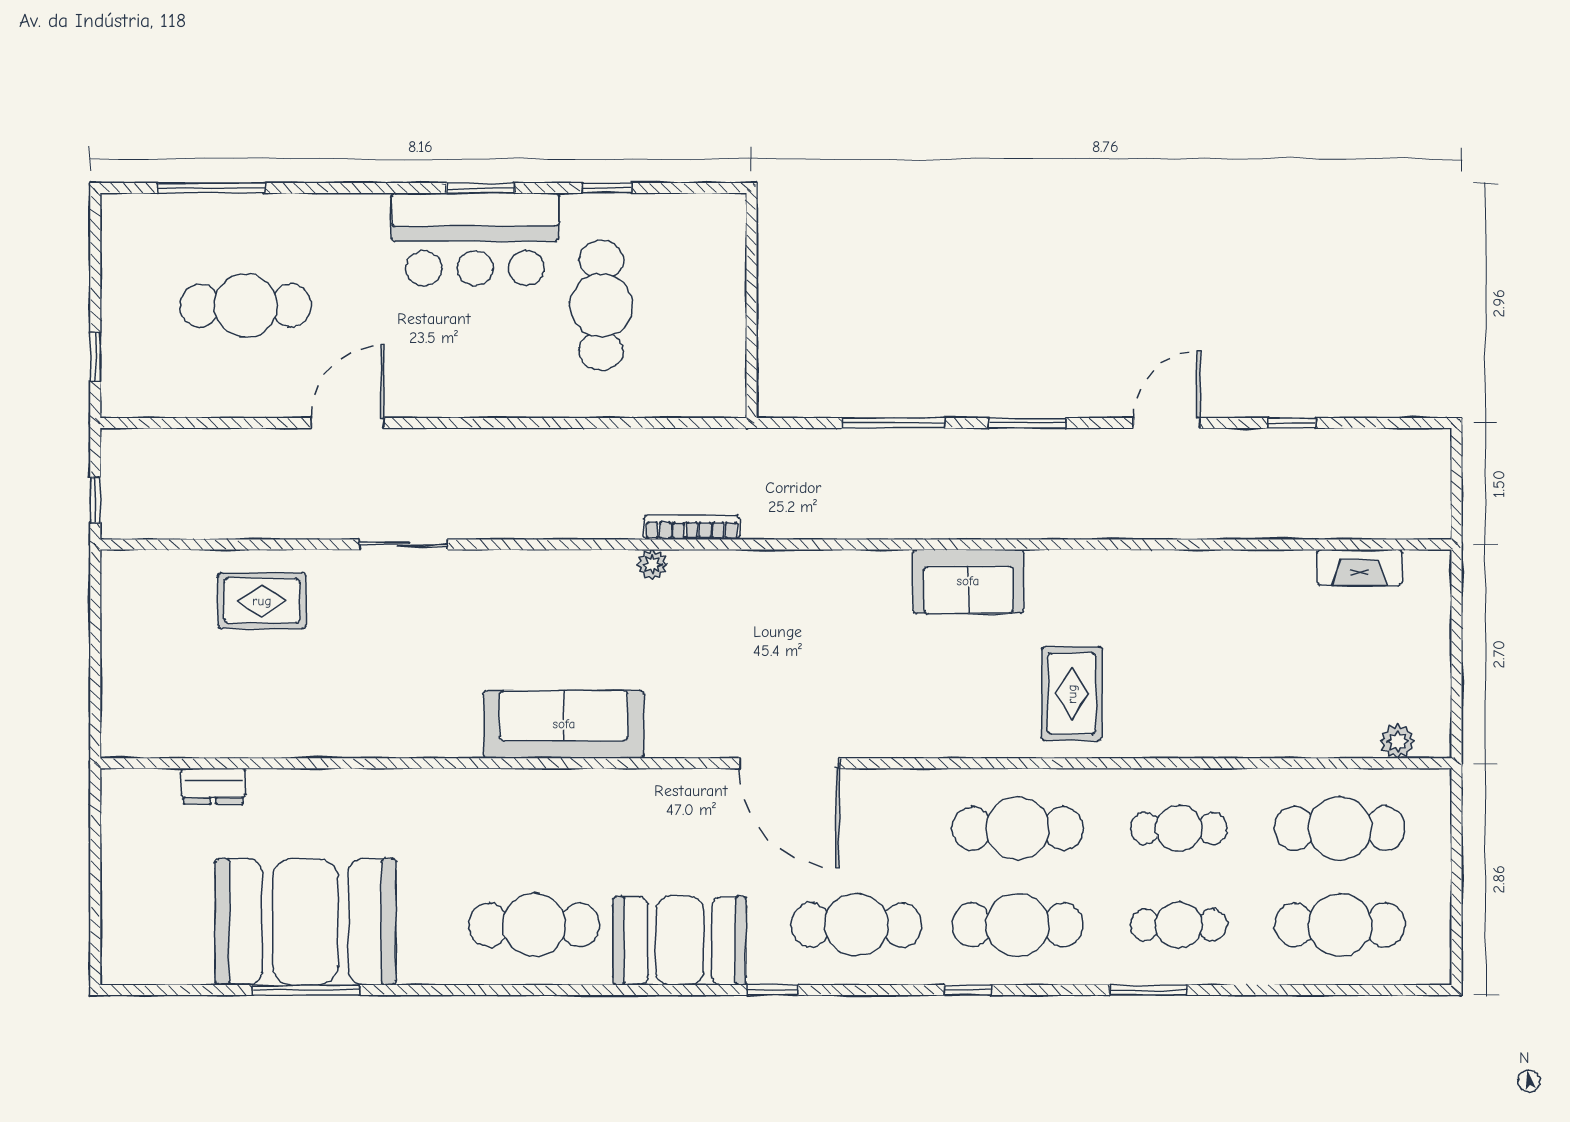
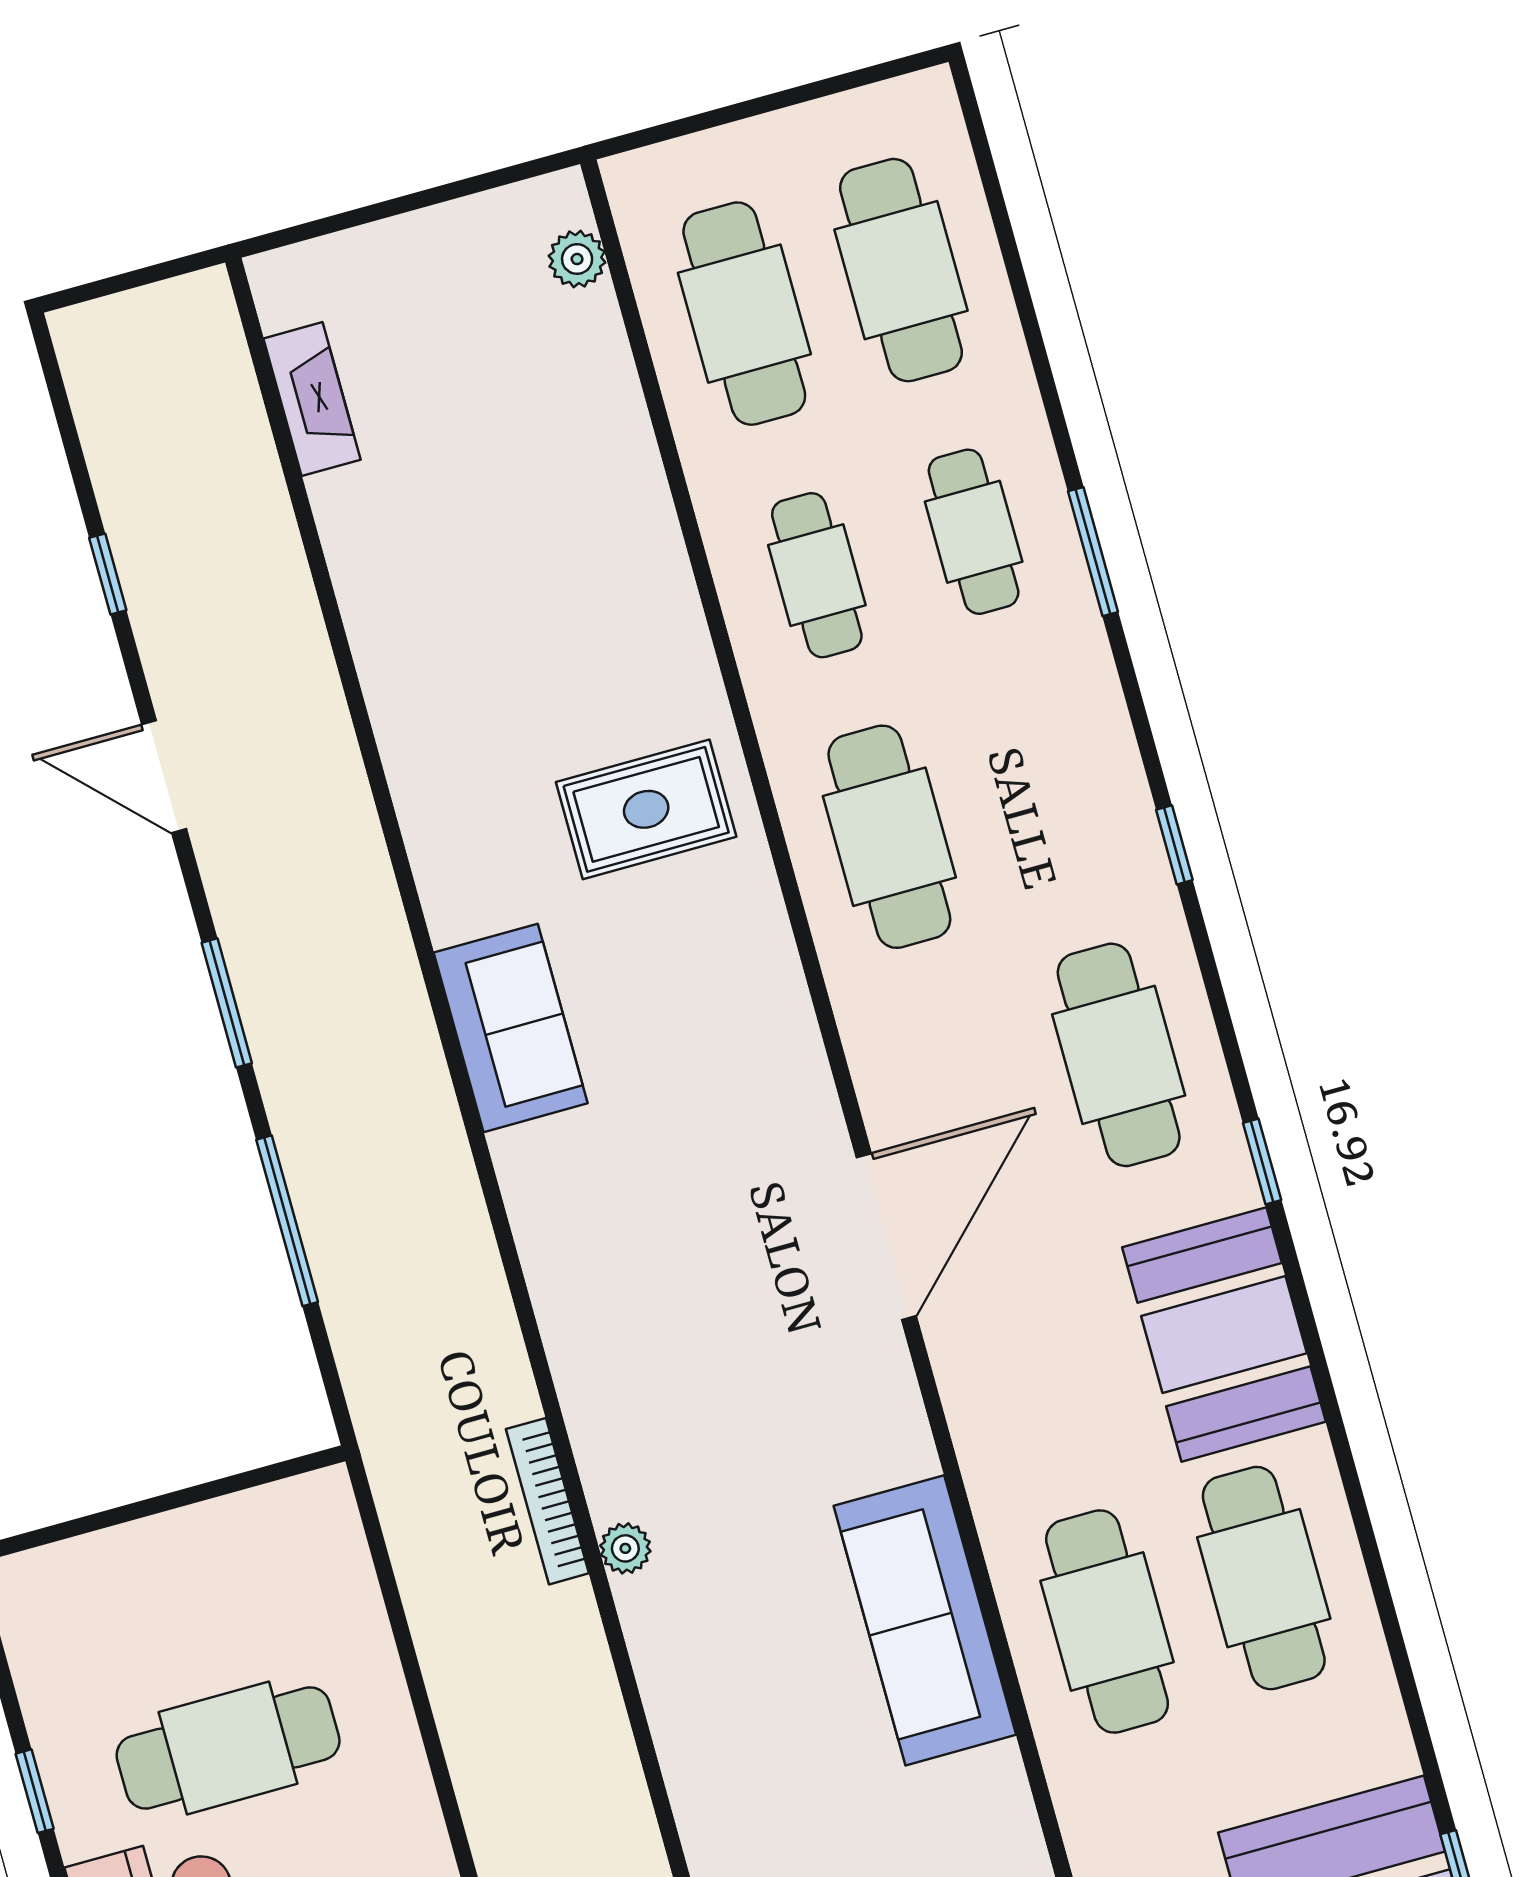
cafe table: (1018, 925) -> (1107, 1622), moved

